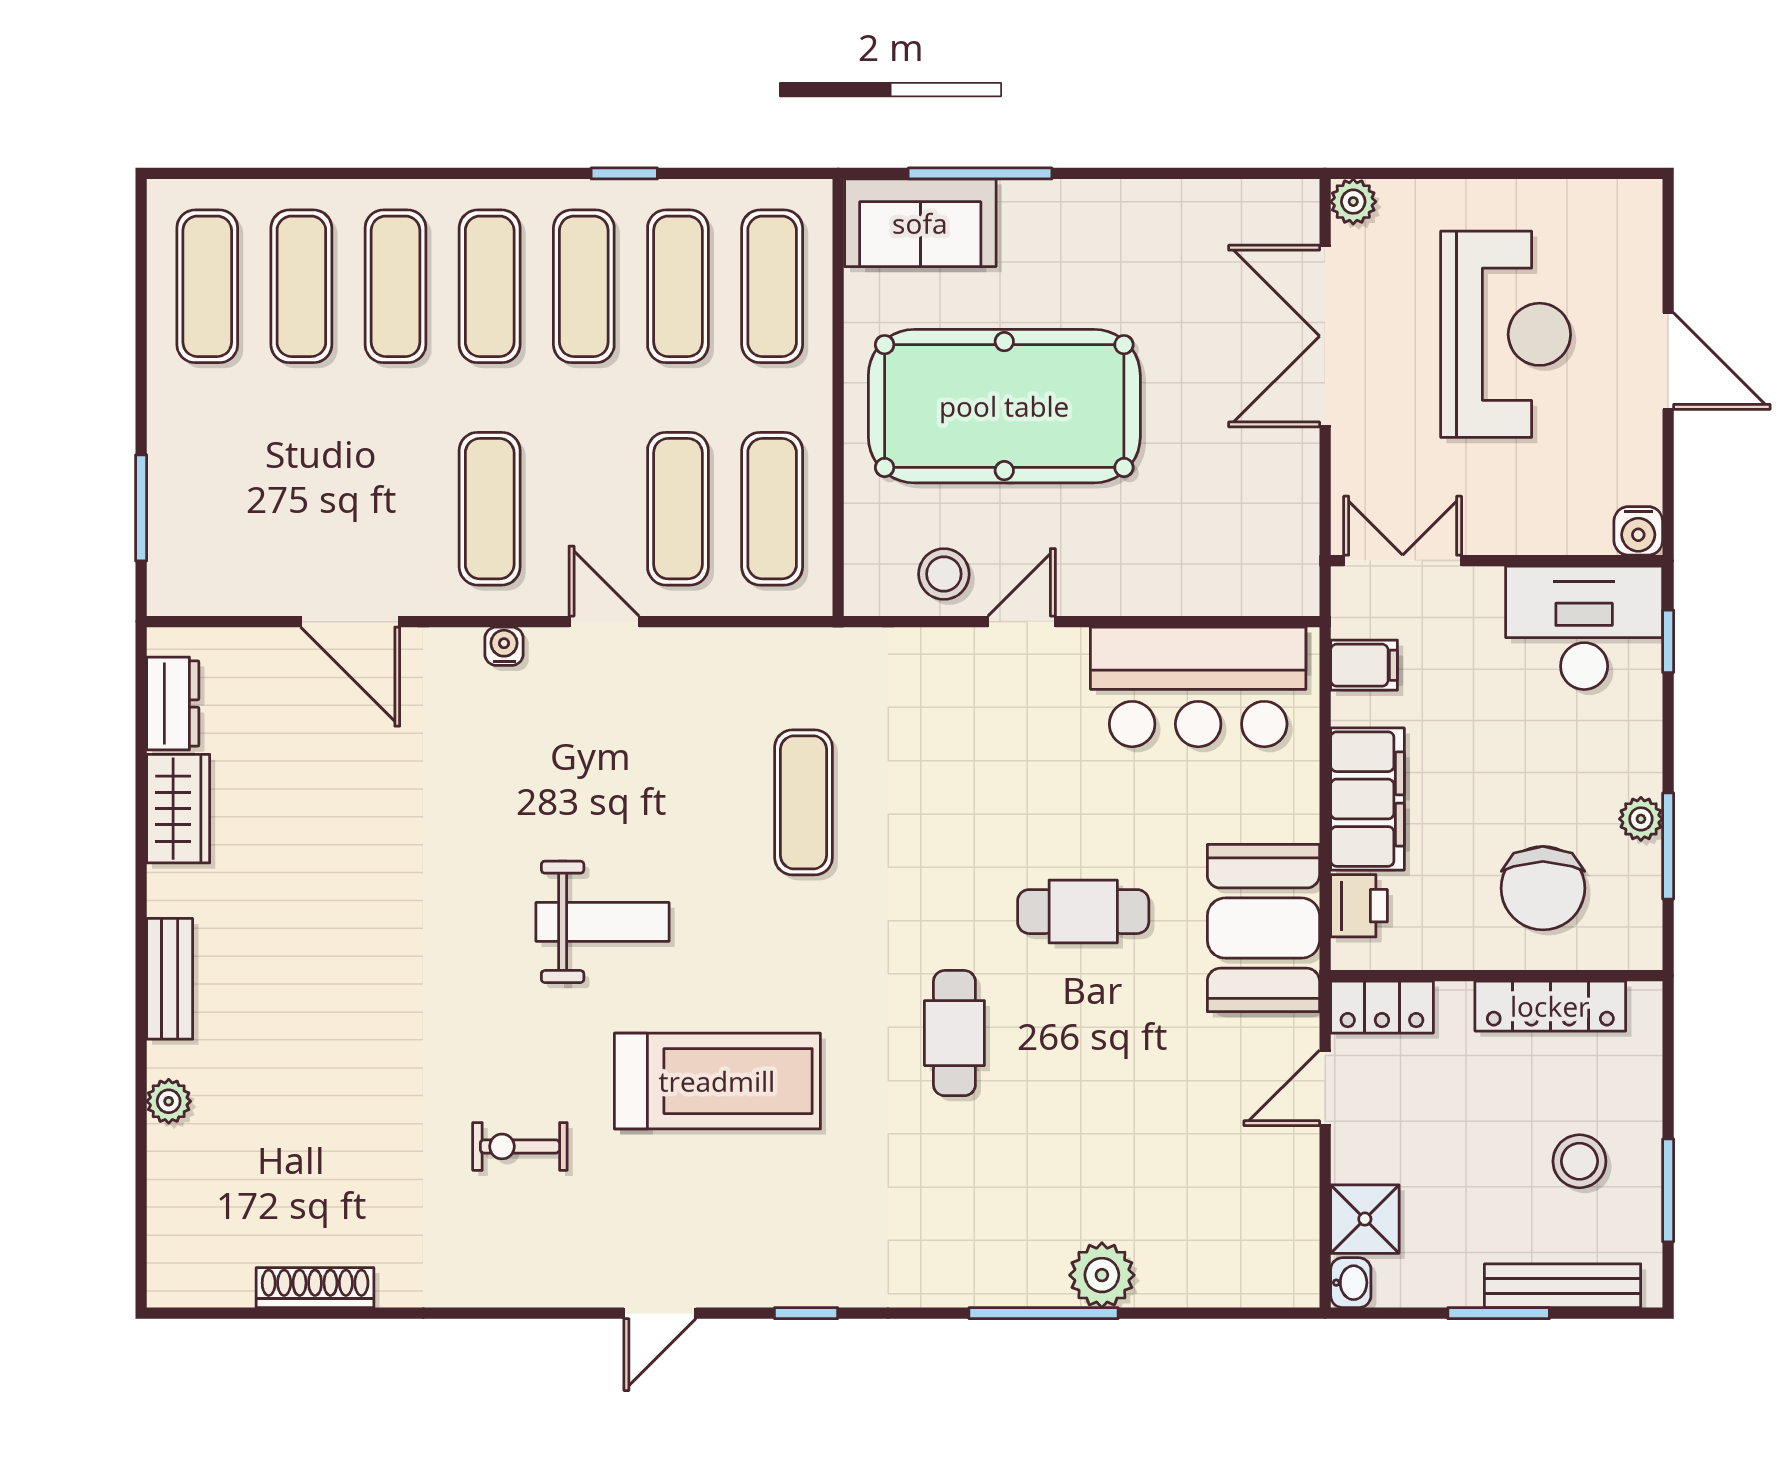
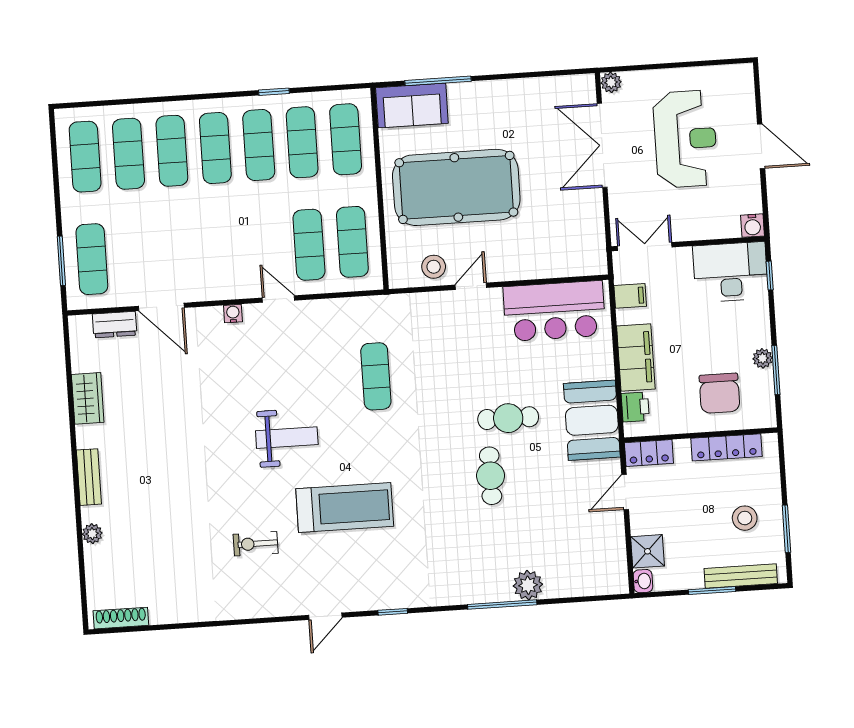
exercise mat: (490, 509) -> (92, 259), moved
dresser: (173, 704) -> (115, 325), moved, turned 90
cafe table: (954, 1033) -> (491, 476), moved
shoe rack: (315, 1288) -> (121, 618), moved

